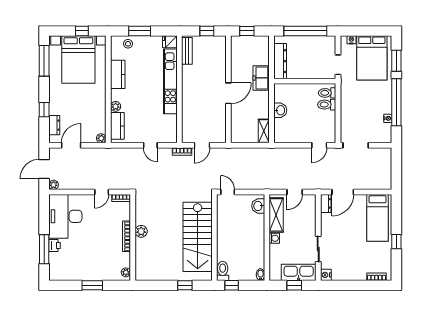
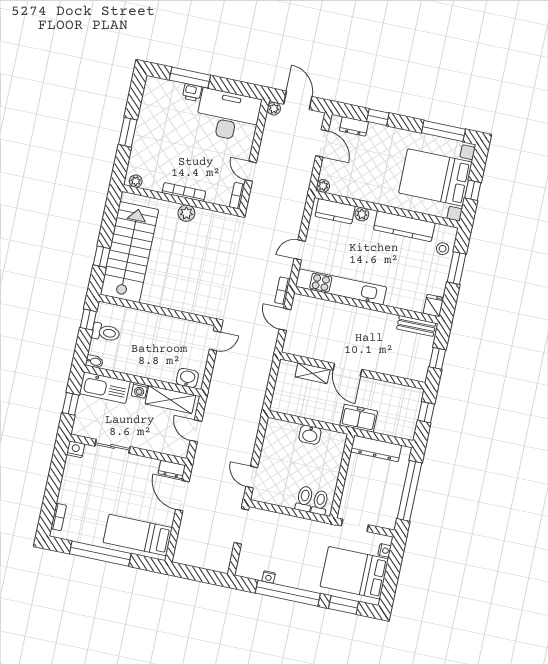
kitchen counter: (118, 74) -> (404, 226), width x1.50
kitchen unit: (170, 81) -> (341, 287), moved
shelving: (264, 131) -> (313, 373), moved
stairs: (198, 237) -> (129, 252), moved, turned 90
window: (396, 242) -> (100, 554), width x3.17
toilet: (223, 271) -> (106, 332), moved
kitchen sink: (299, 272) -> (105, 388), moved, turned 90

